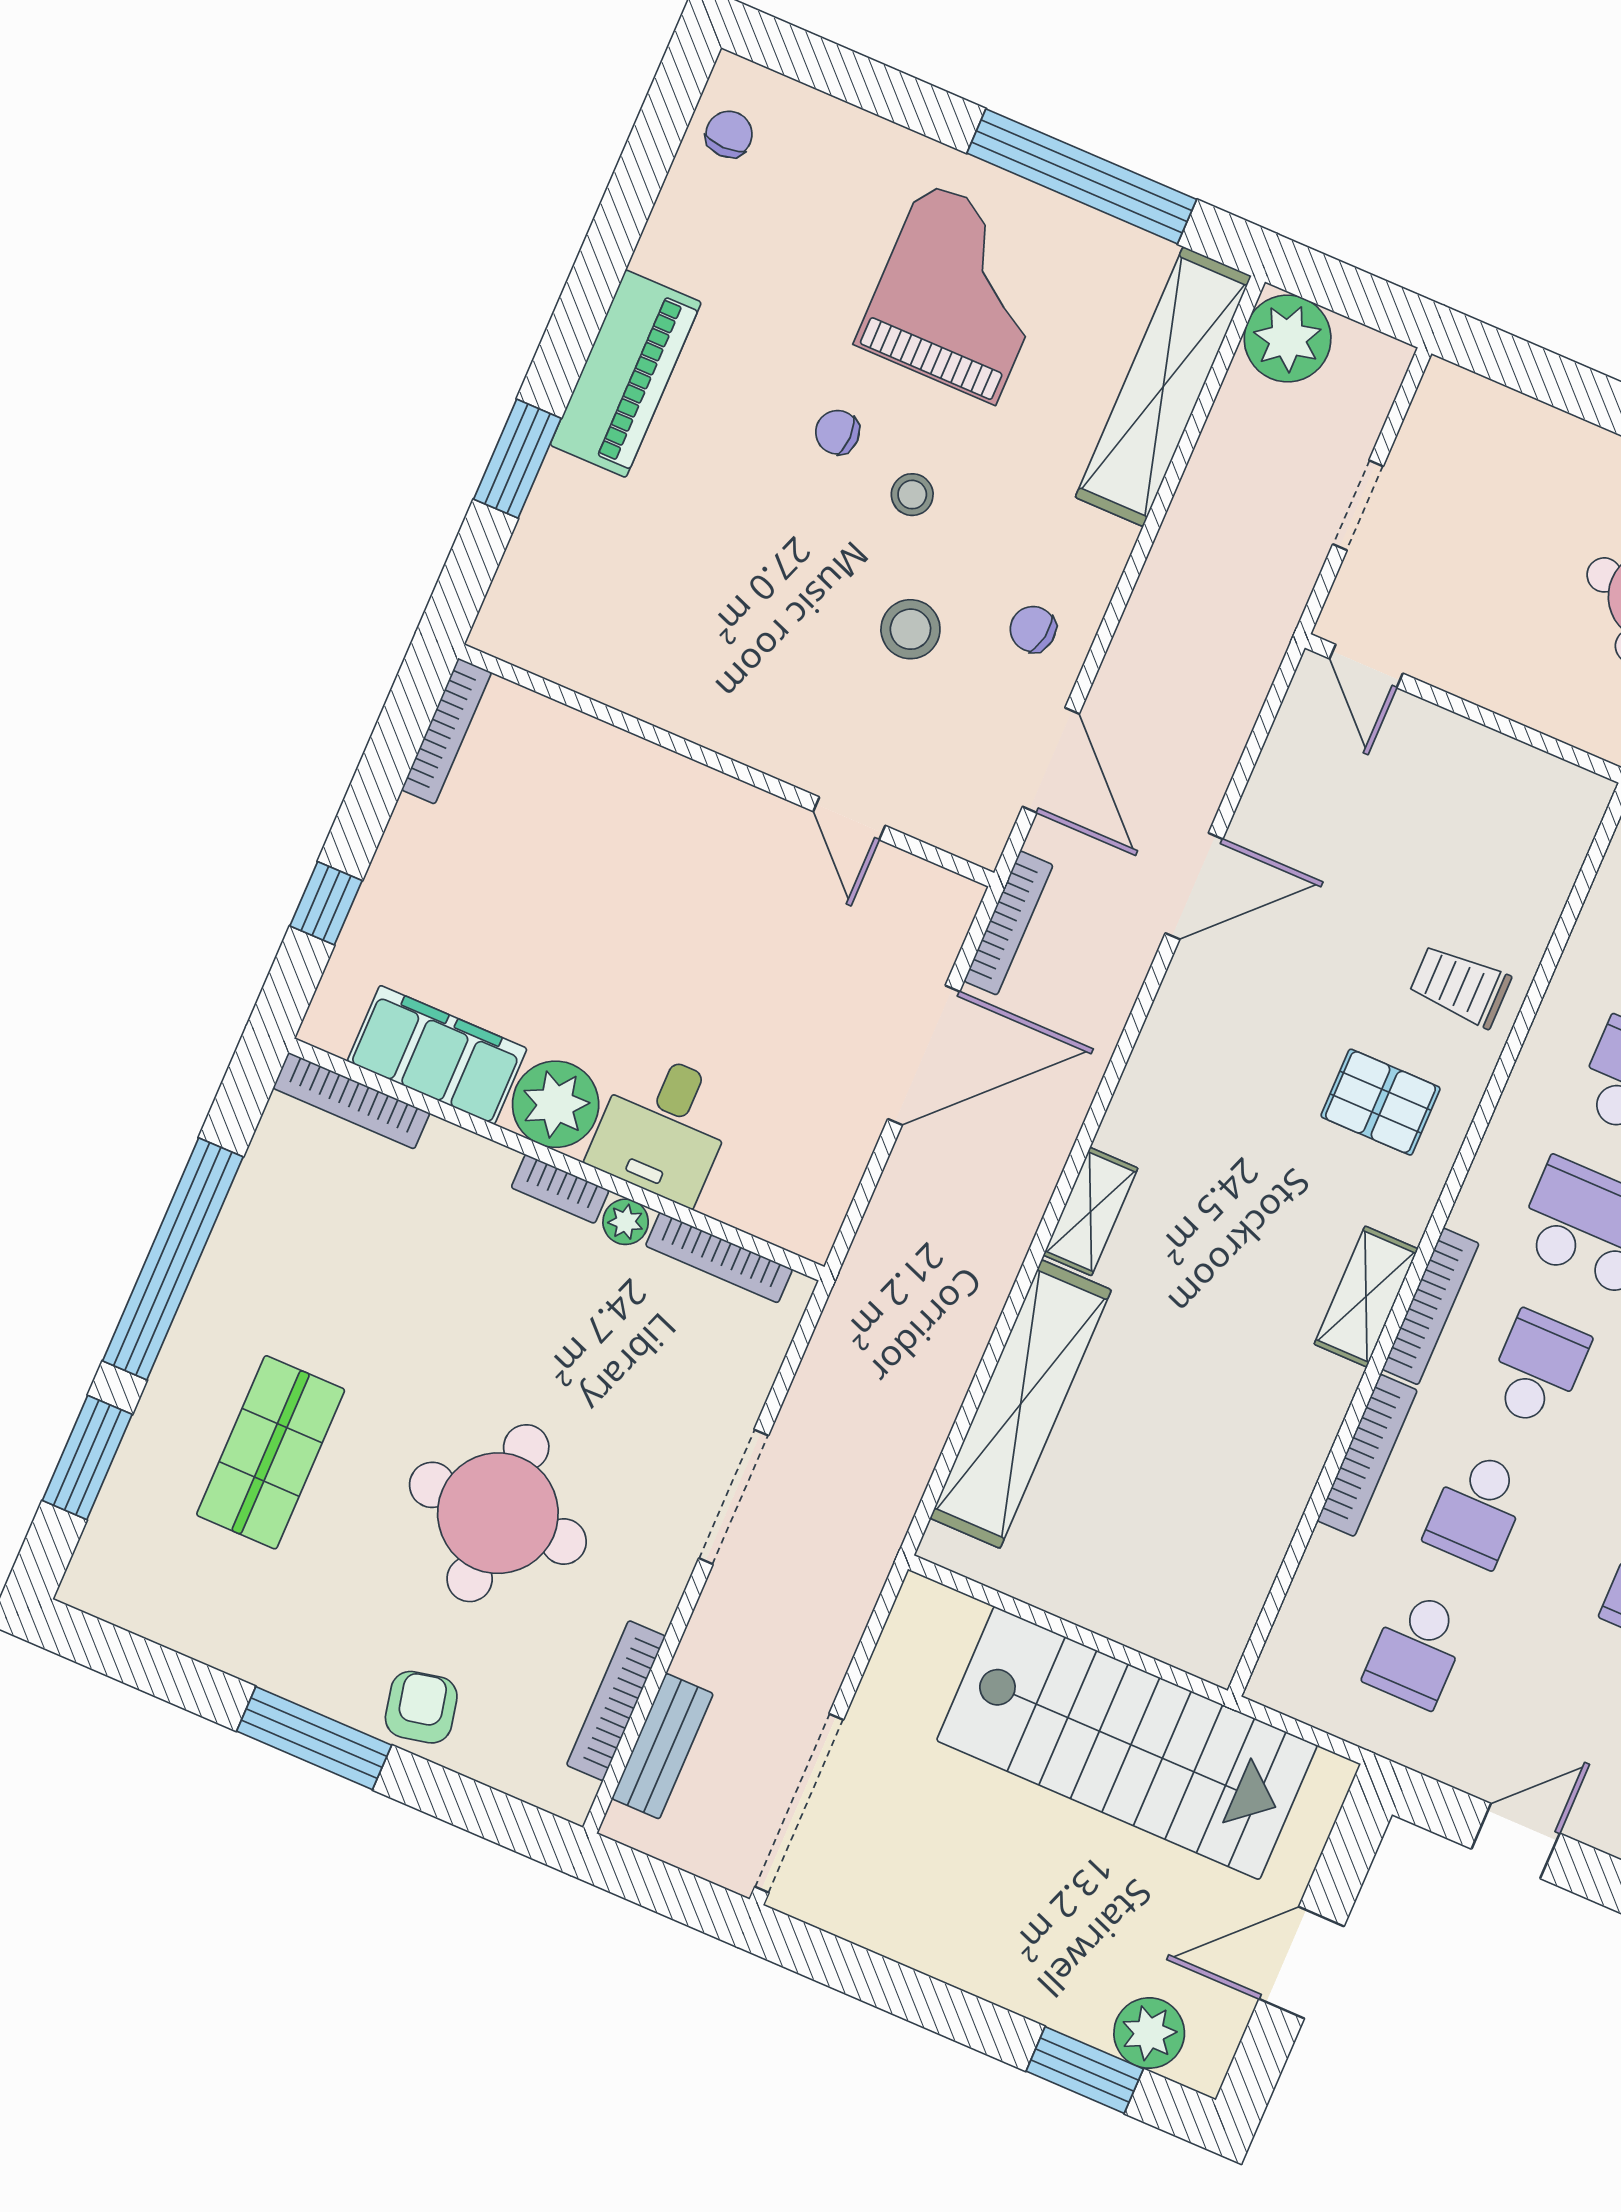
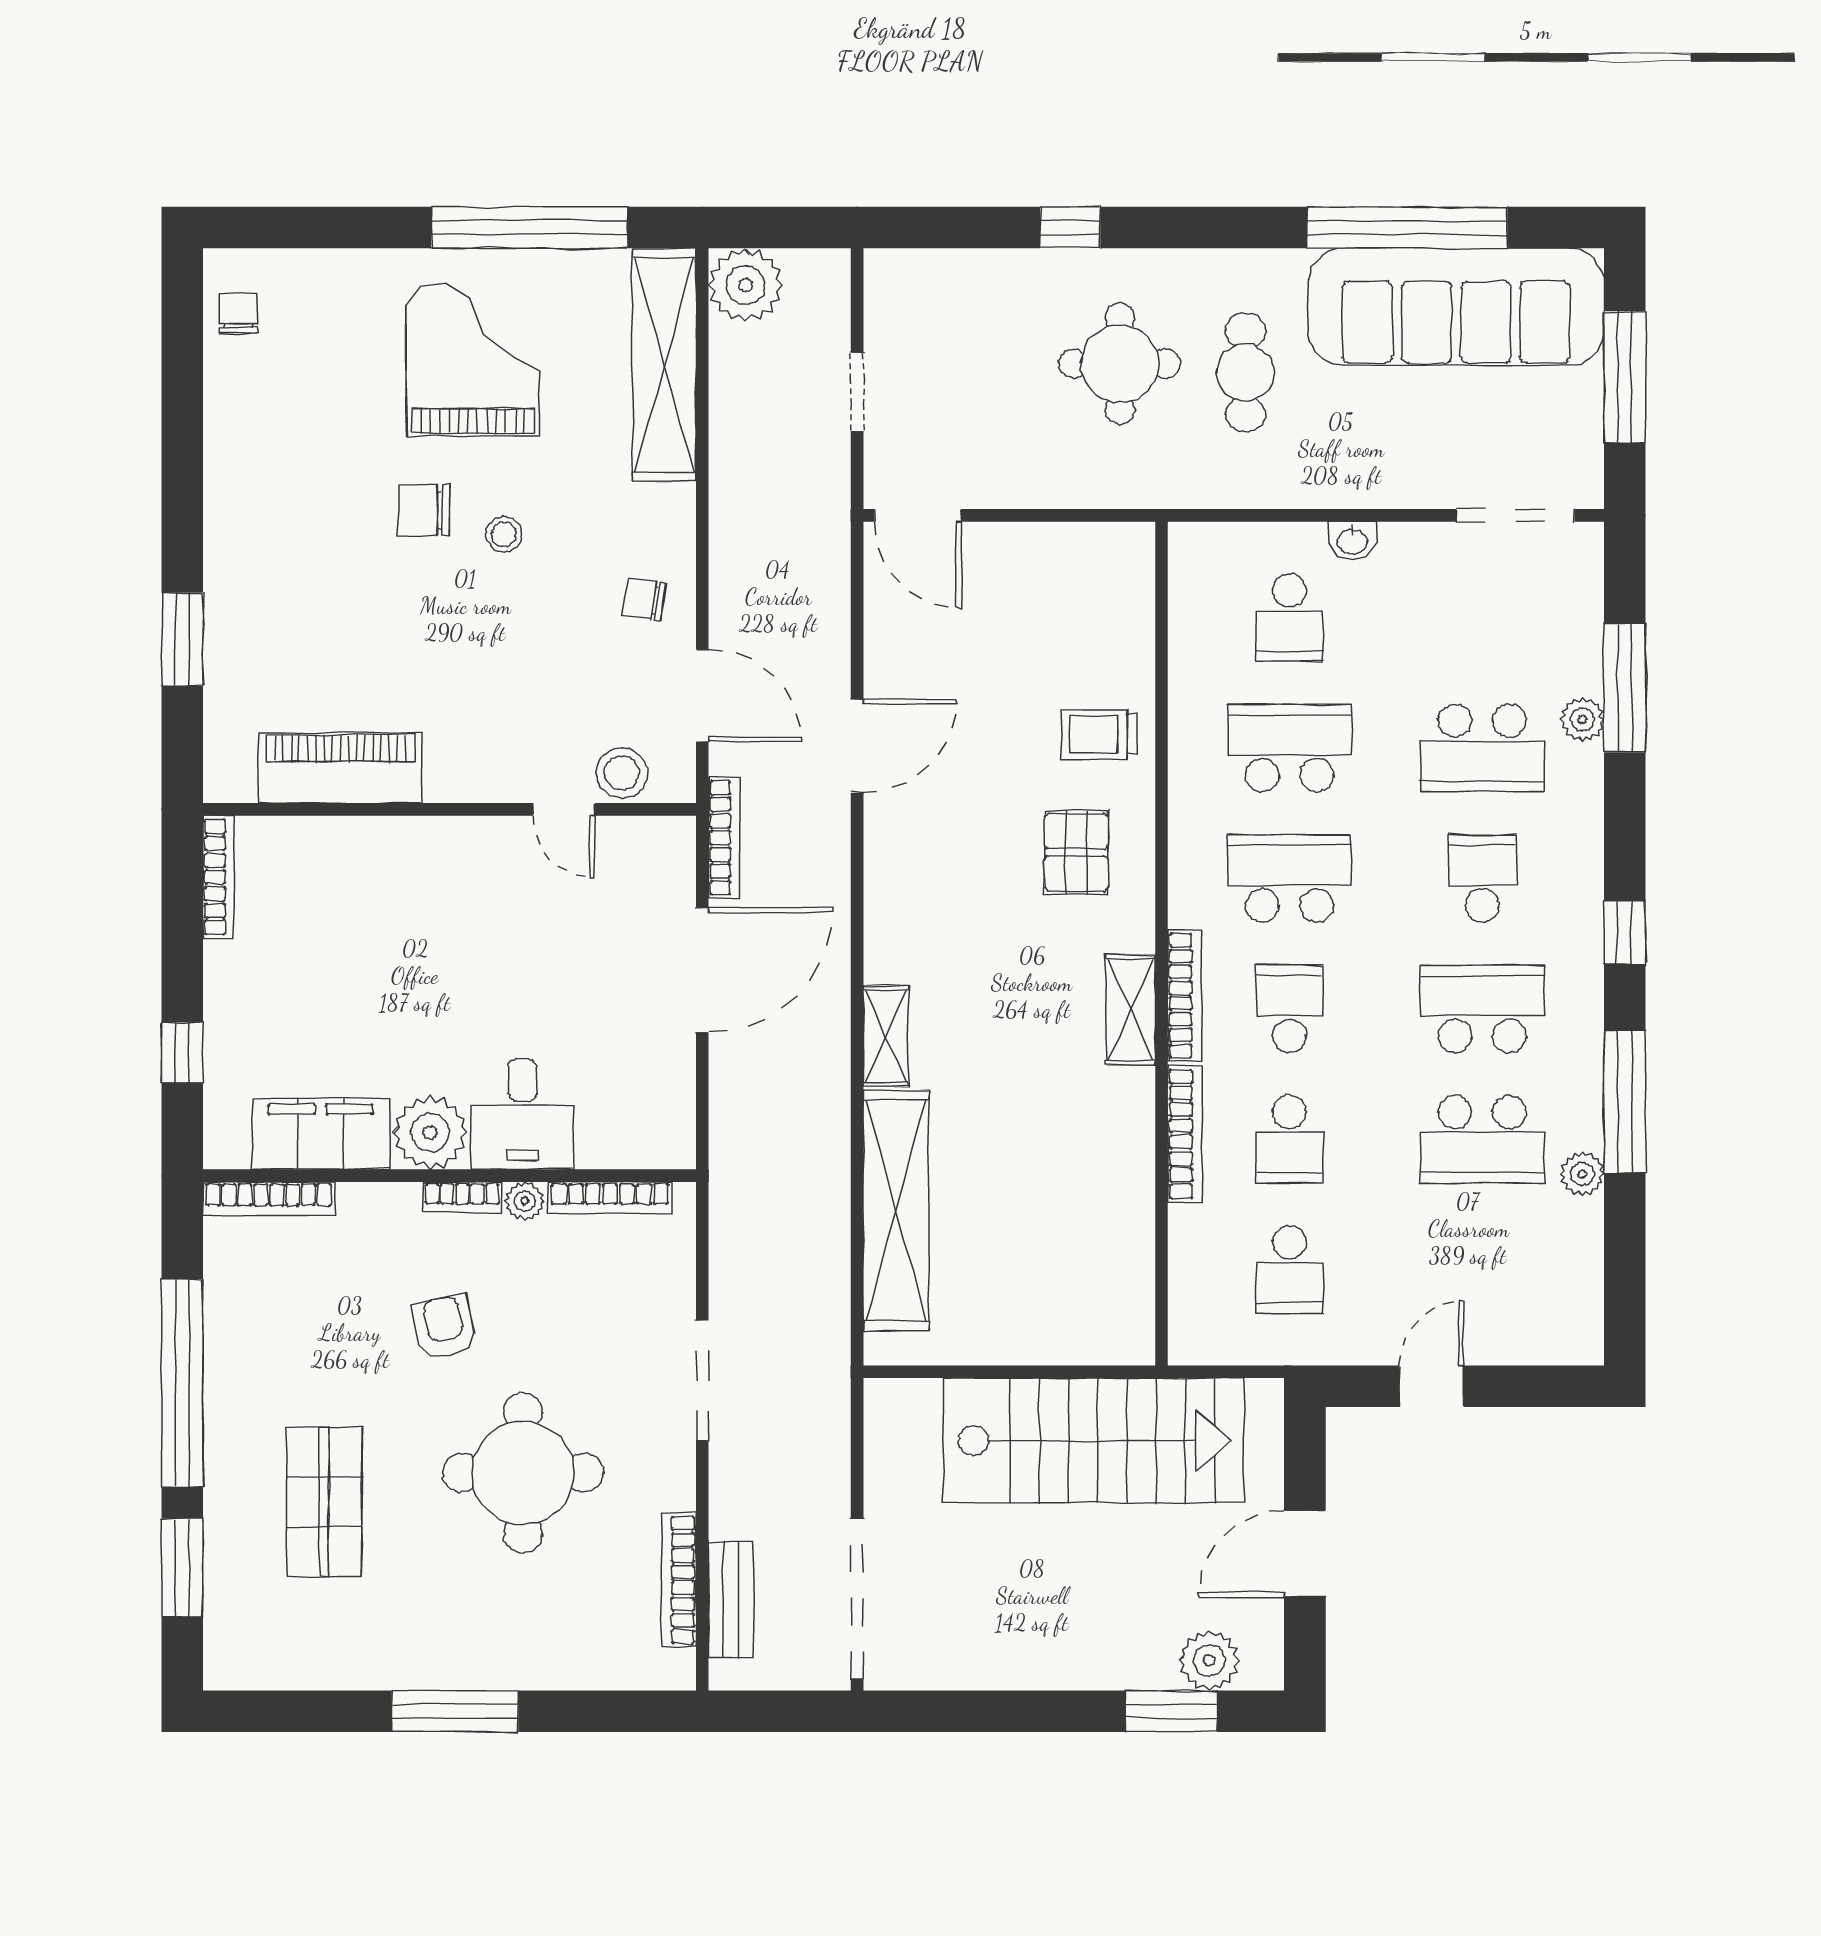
piano: (626, 374) -> (340, 768), moved, turned -90
chair: (837, 432) -> (424, 511), width x1.37, depth x1.37
stool: (910, 629) -> (622, 773), moved
door: (1366, 666) -> (918, 515), width x1.37
pallet: (1381, 1102) -> (1076, 852), turned 90
armchair: (421, 1707) -> (445, 1327), moved

